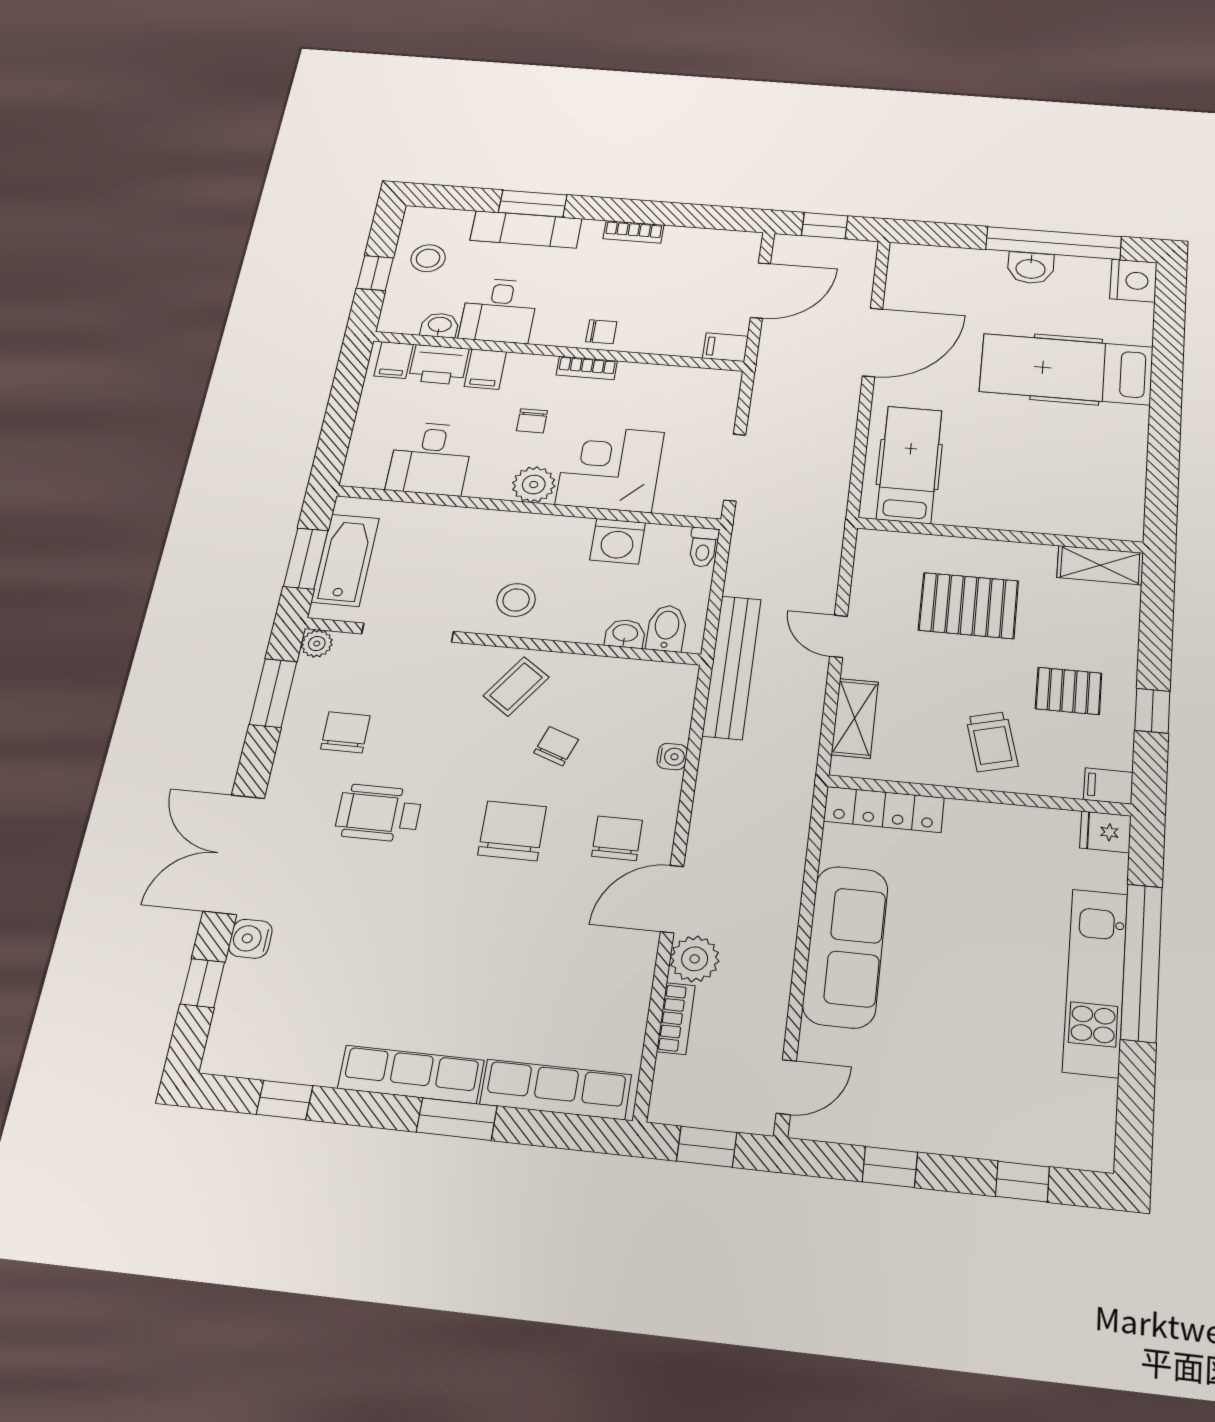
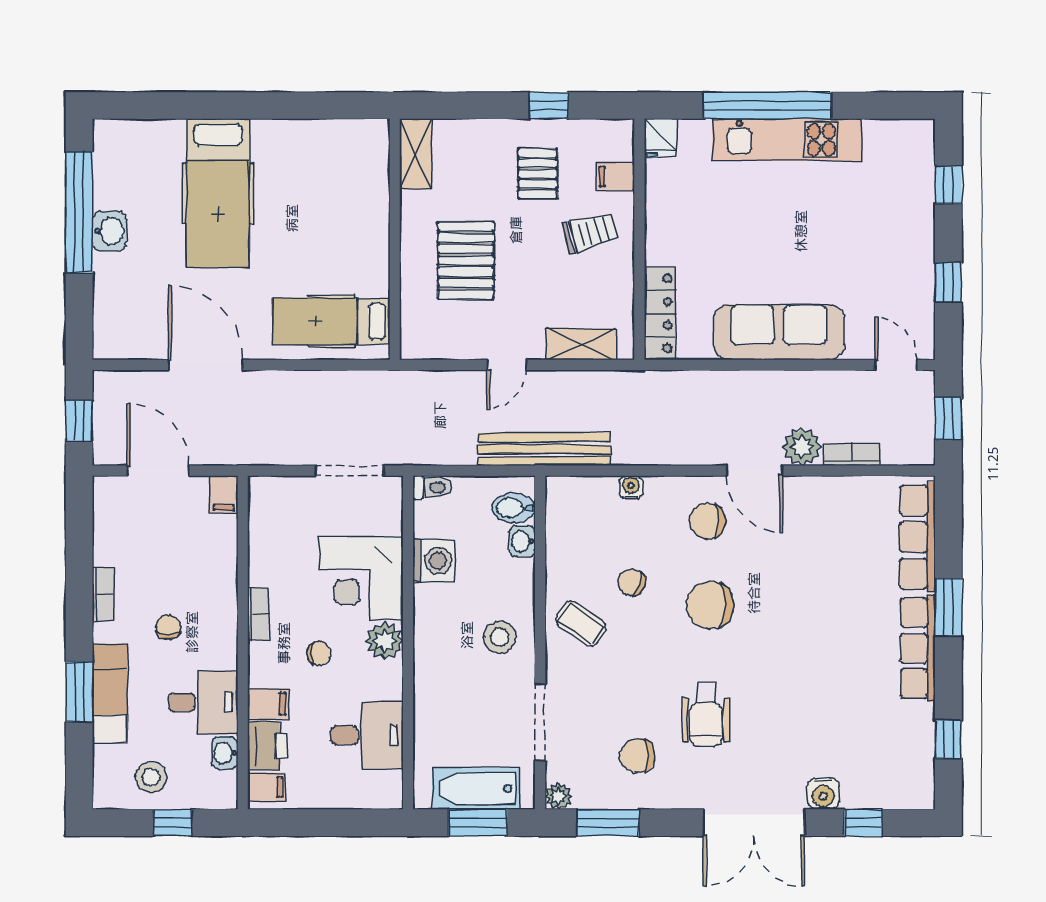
nightstand: (1133, 281) -> (115, 139), removed
chair: (601, 332) -> (168, 627), moved
filing cabinet: (1108, 786) -> (615, 177), moved, turned 90

